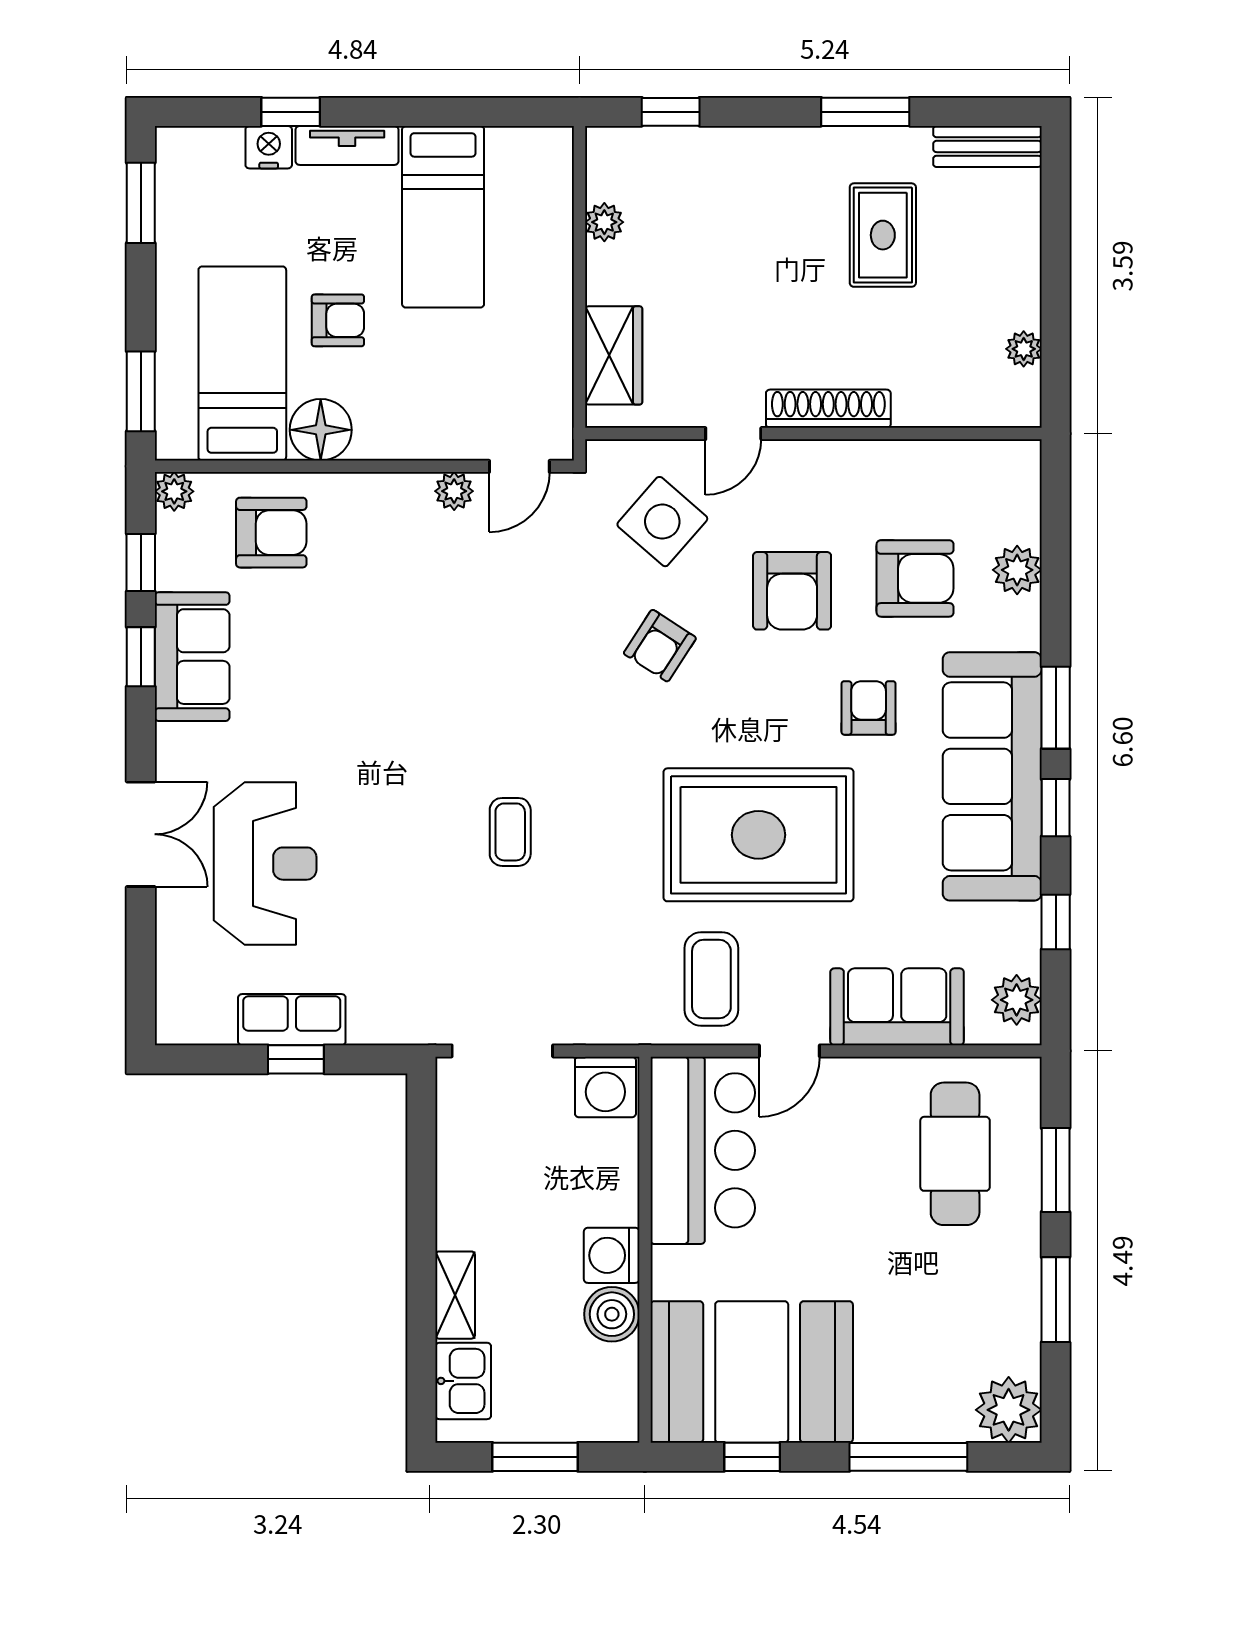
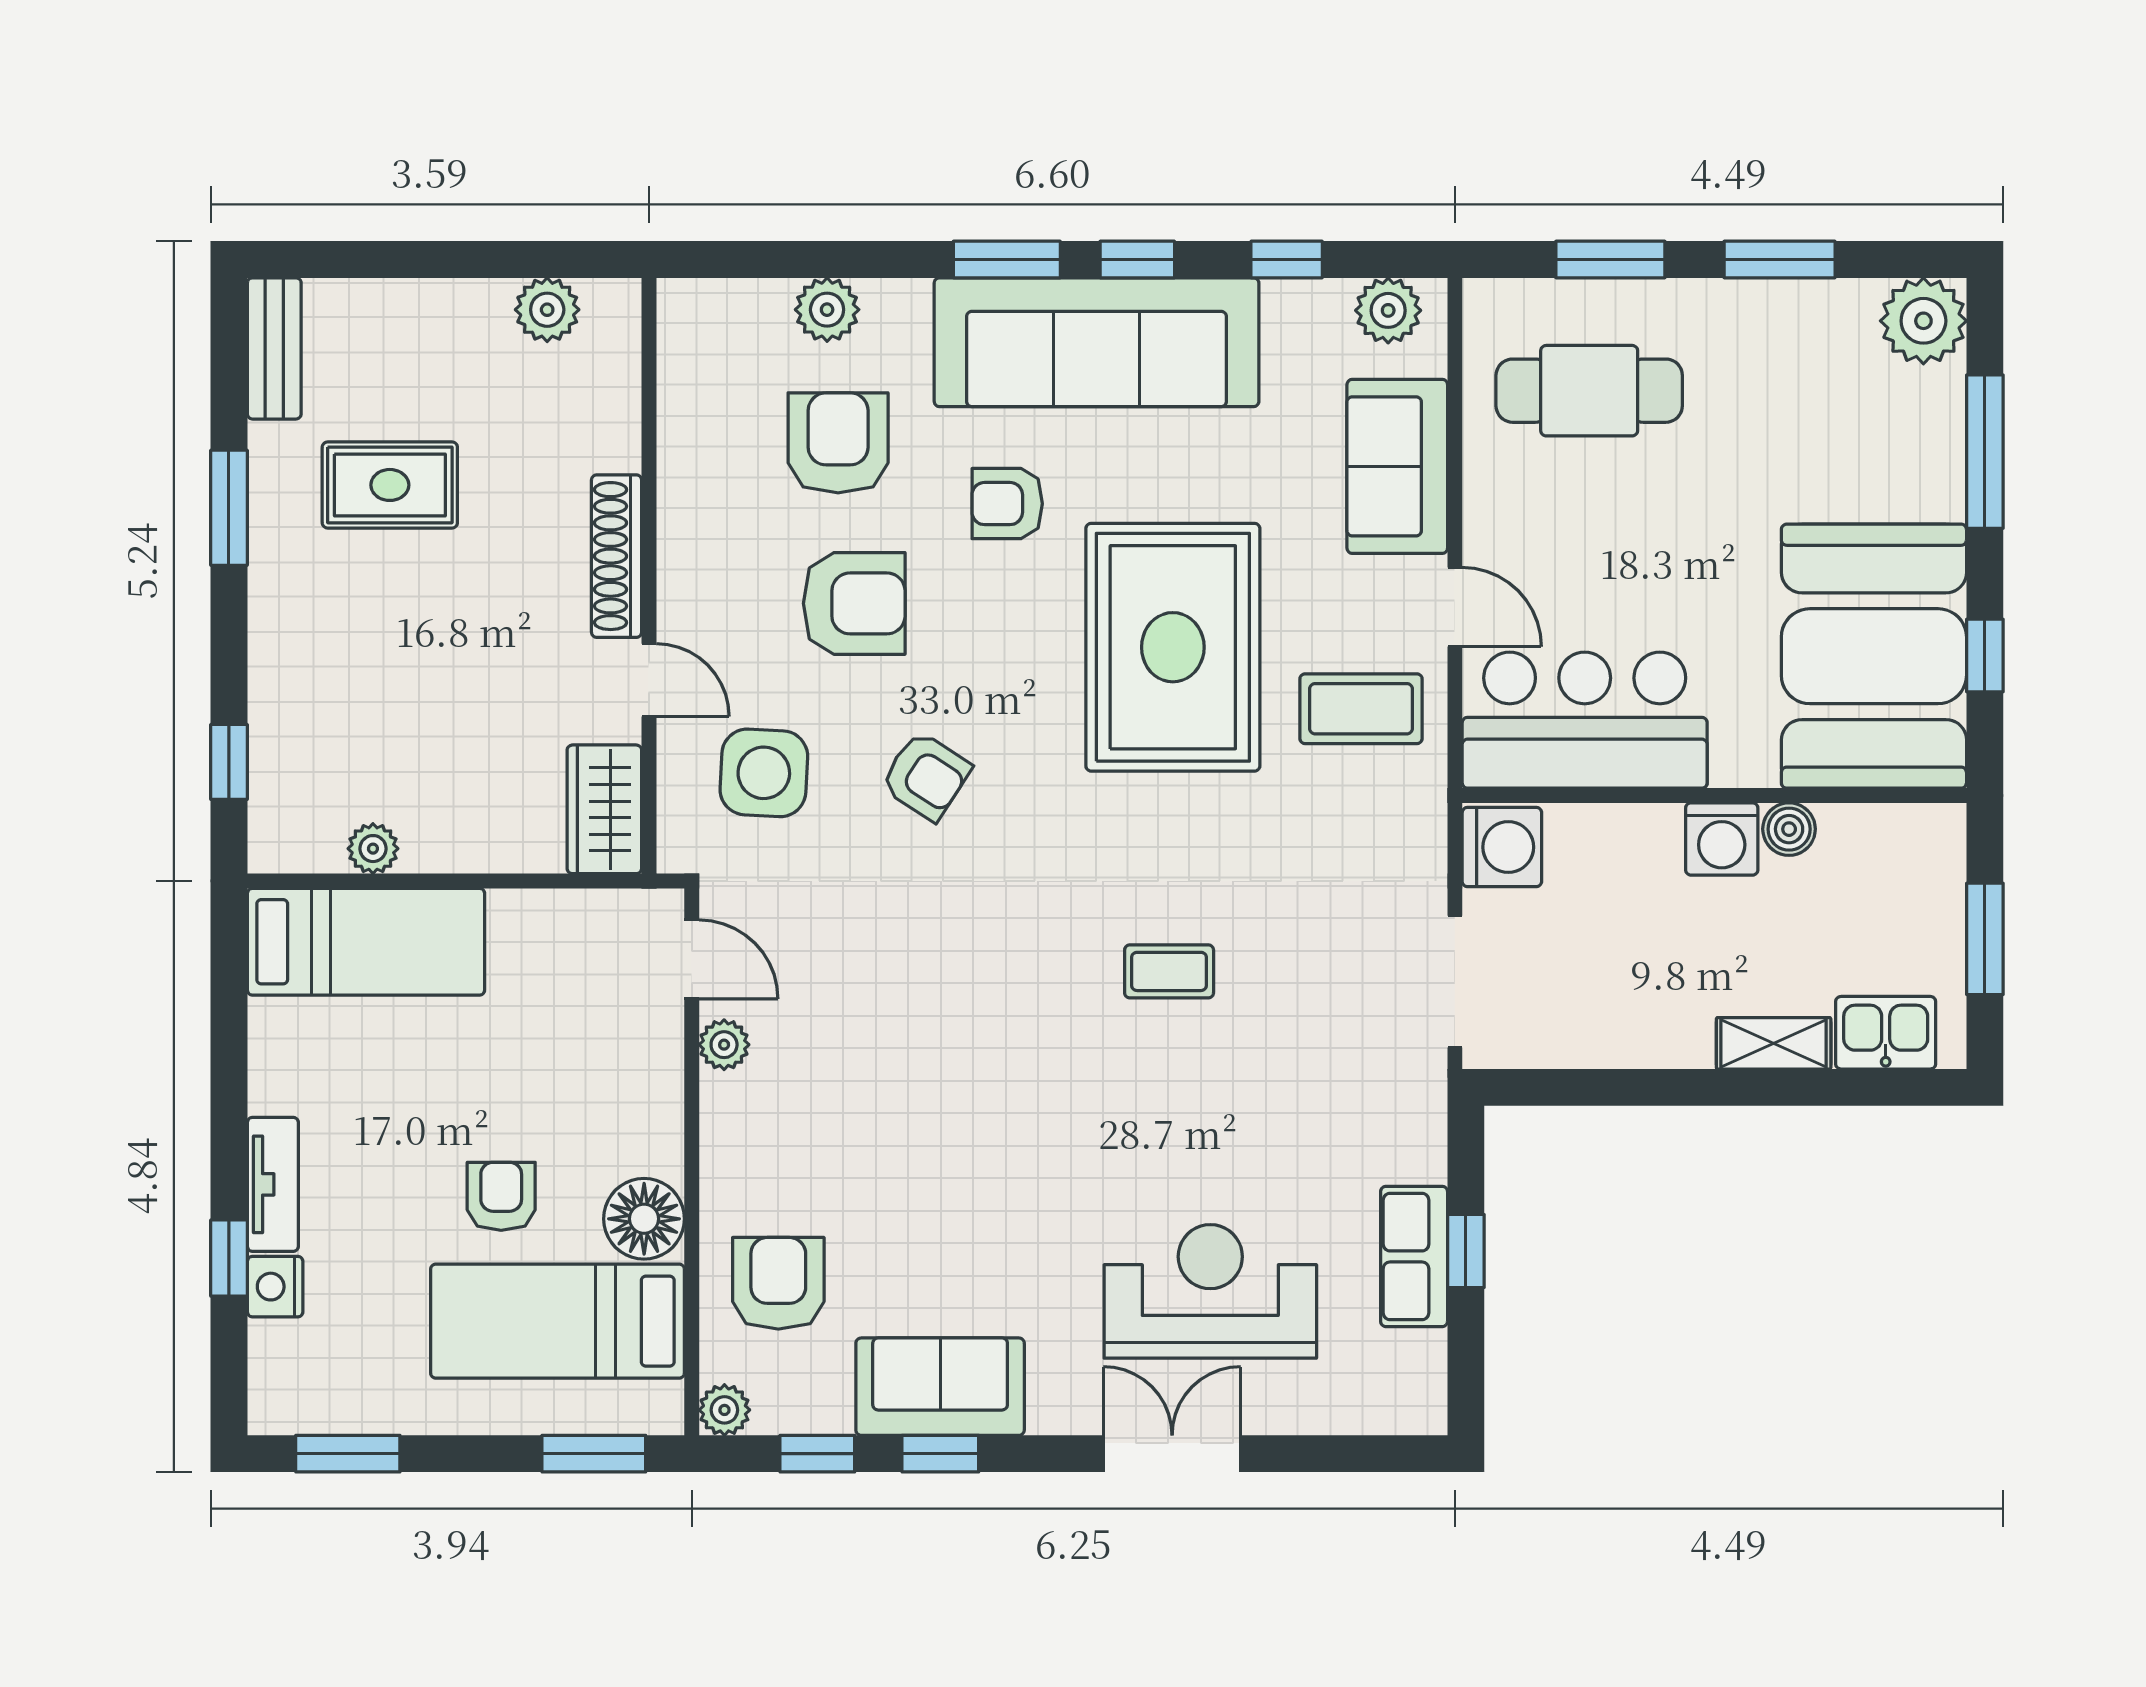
bed: (443, 217) -> (366, 942), moved
plant: (1024, 349) -> (547, 310), width x1.38, depth x1.38
wardrobe: (614, 355) -> (604, 809), moved, turned -90
side table: (662, 522) -> (764, 773), turned -38
boiler: (612, 1314) -> (1789, 829), width x0.73, depth x0.73

